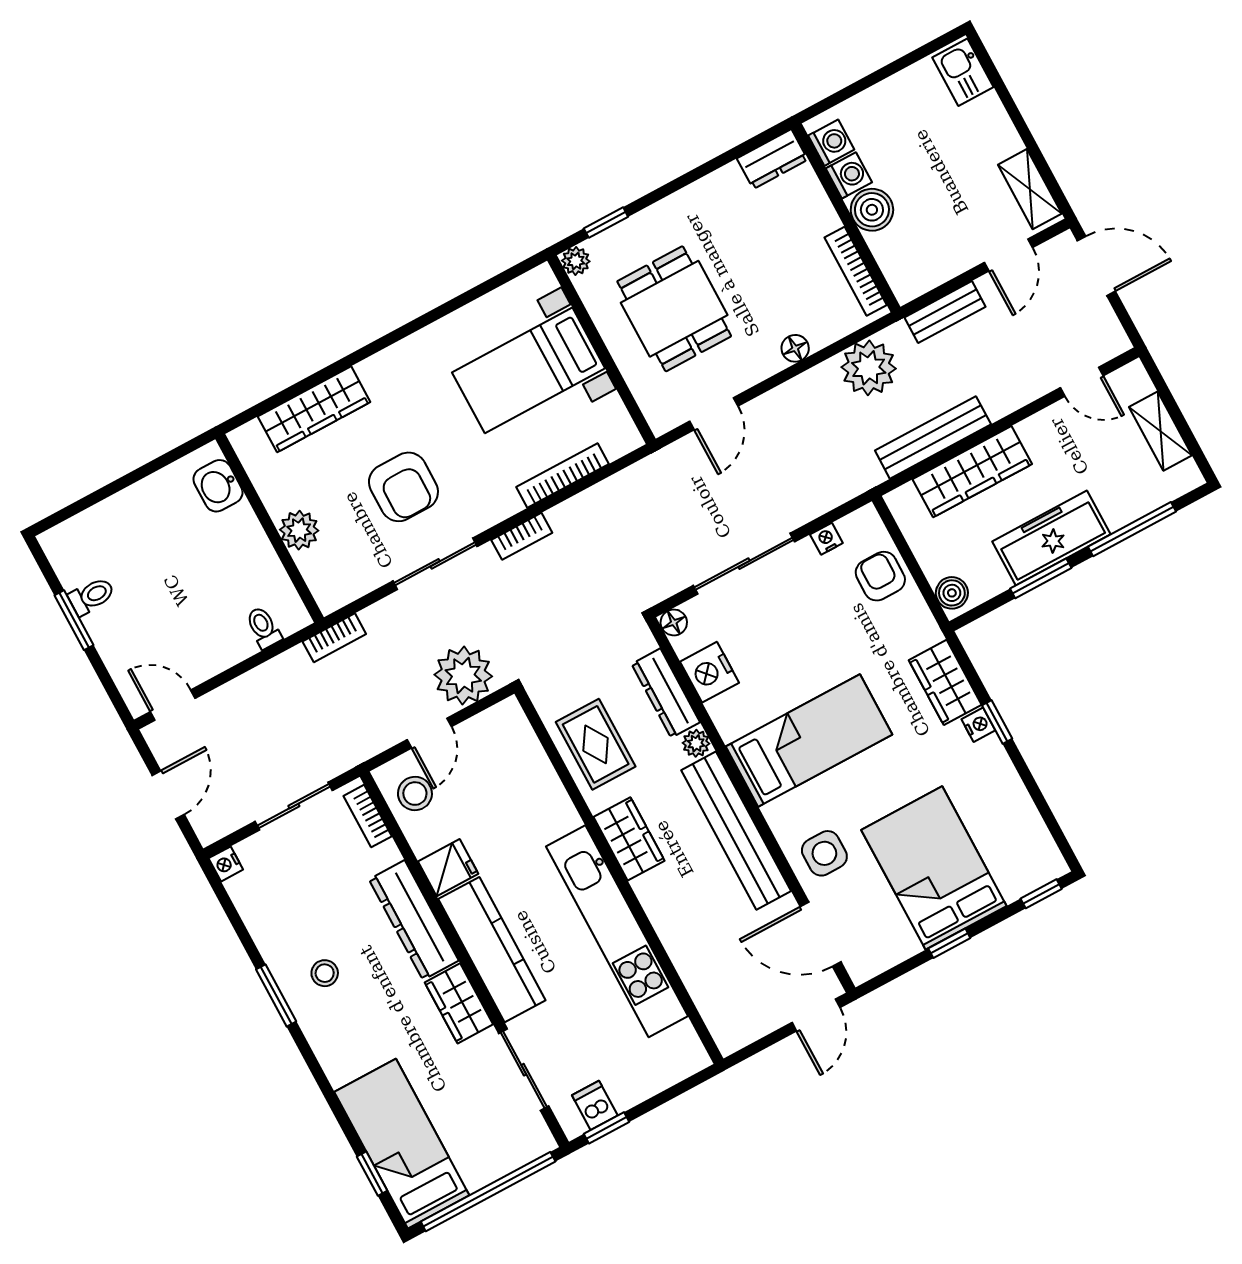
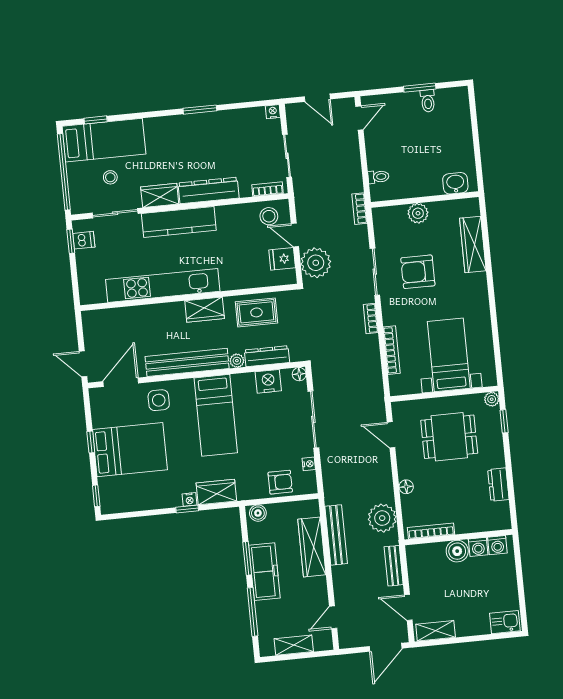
dresser: (772, 159) -> (498, 485), moved
fridge: (448, 868) -> (282, 259), moved, turned 90
stool: (325, 973) -> (110, 177), moved

